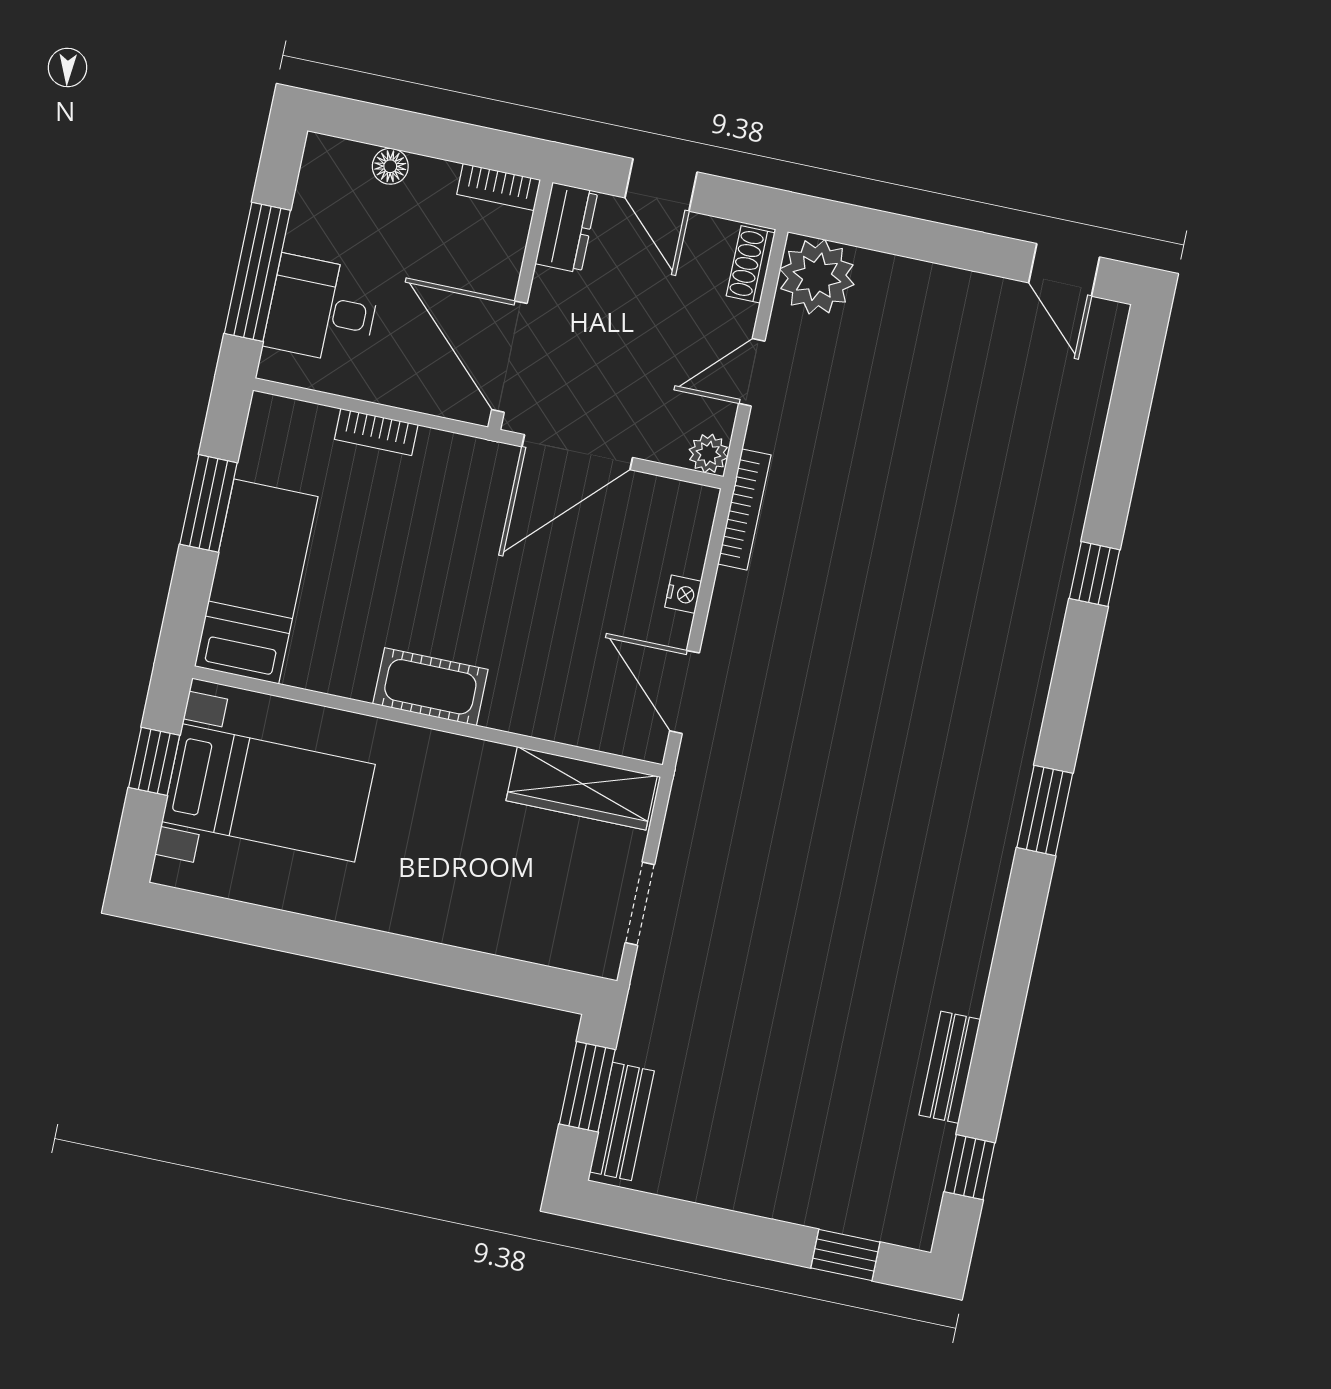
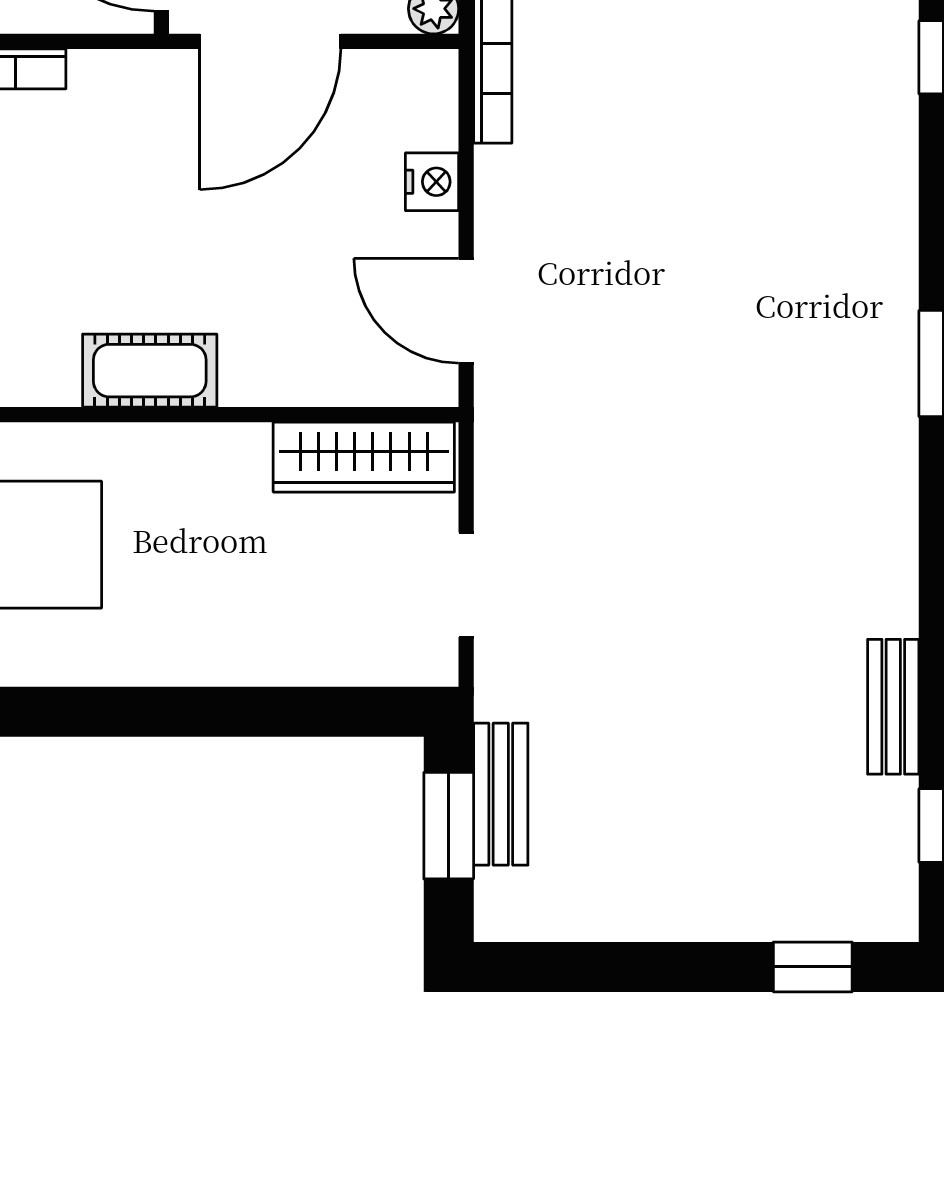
nightstand: (683, 594) -> (432, 182), width x1.39, depth x1.35
bench: (622, 1121) -> (501, 794), moved

